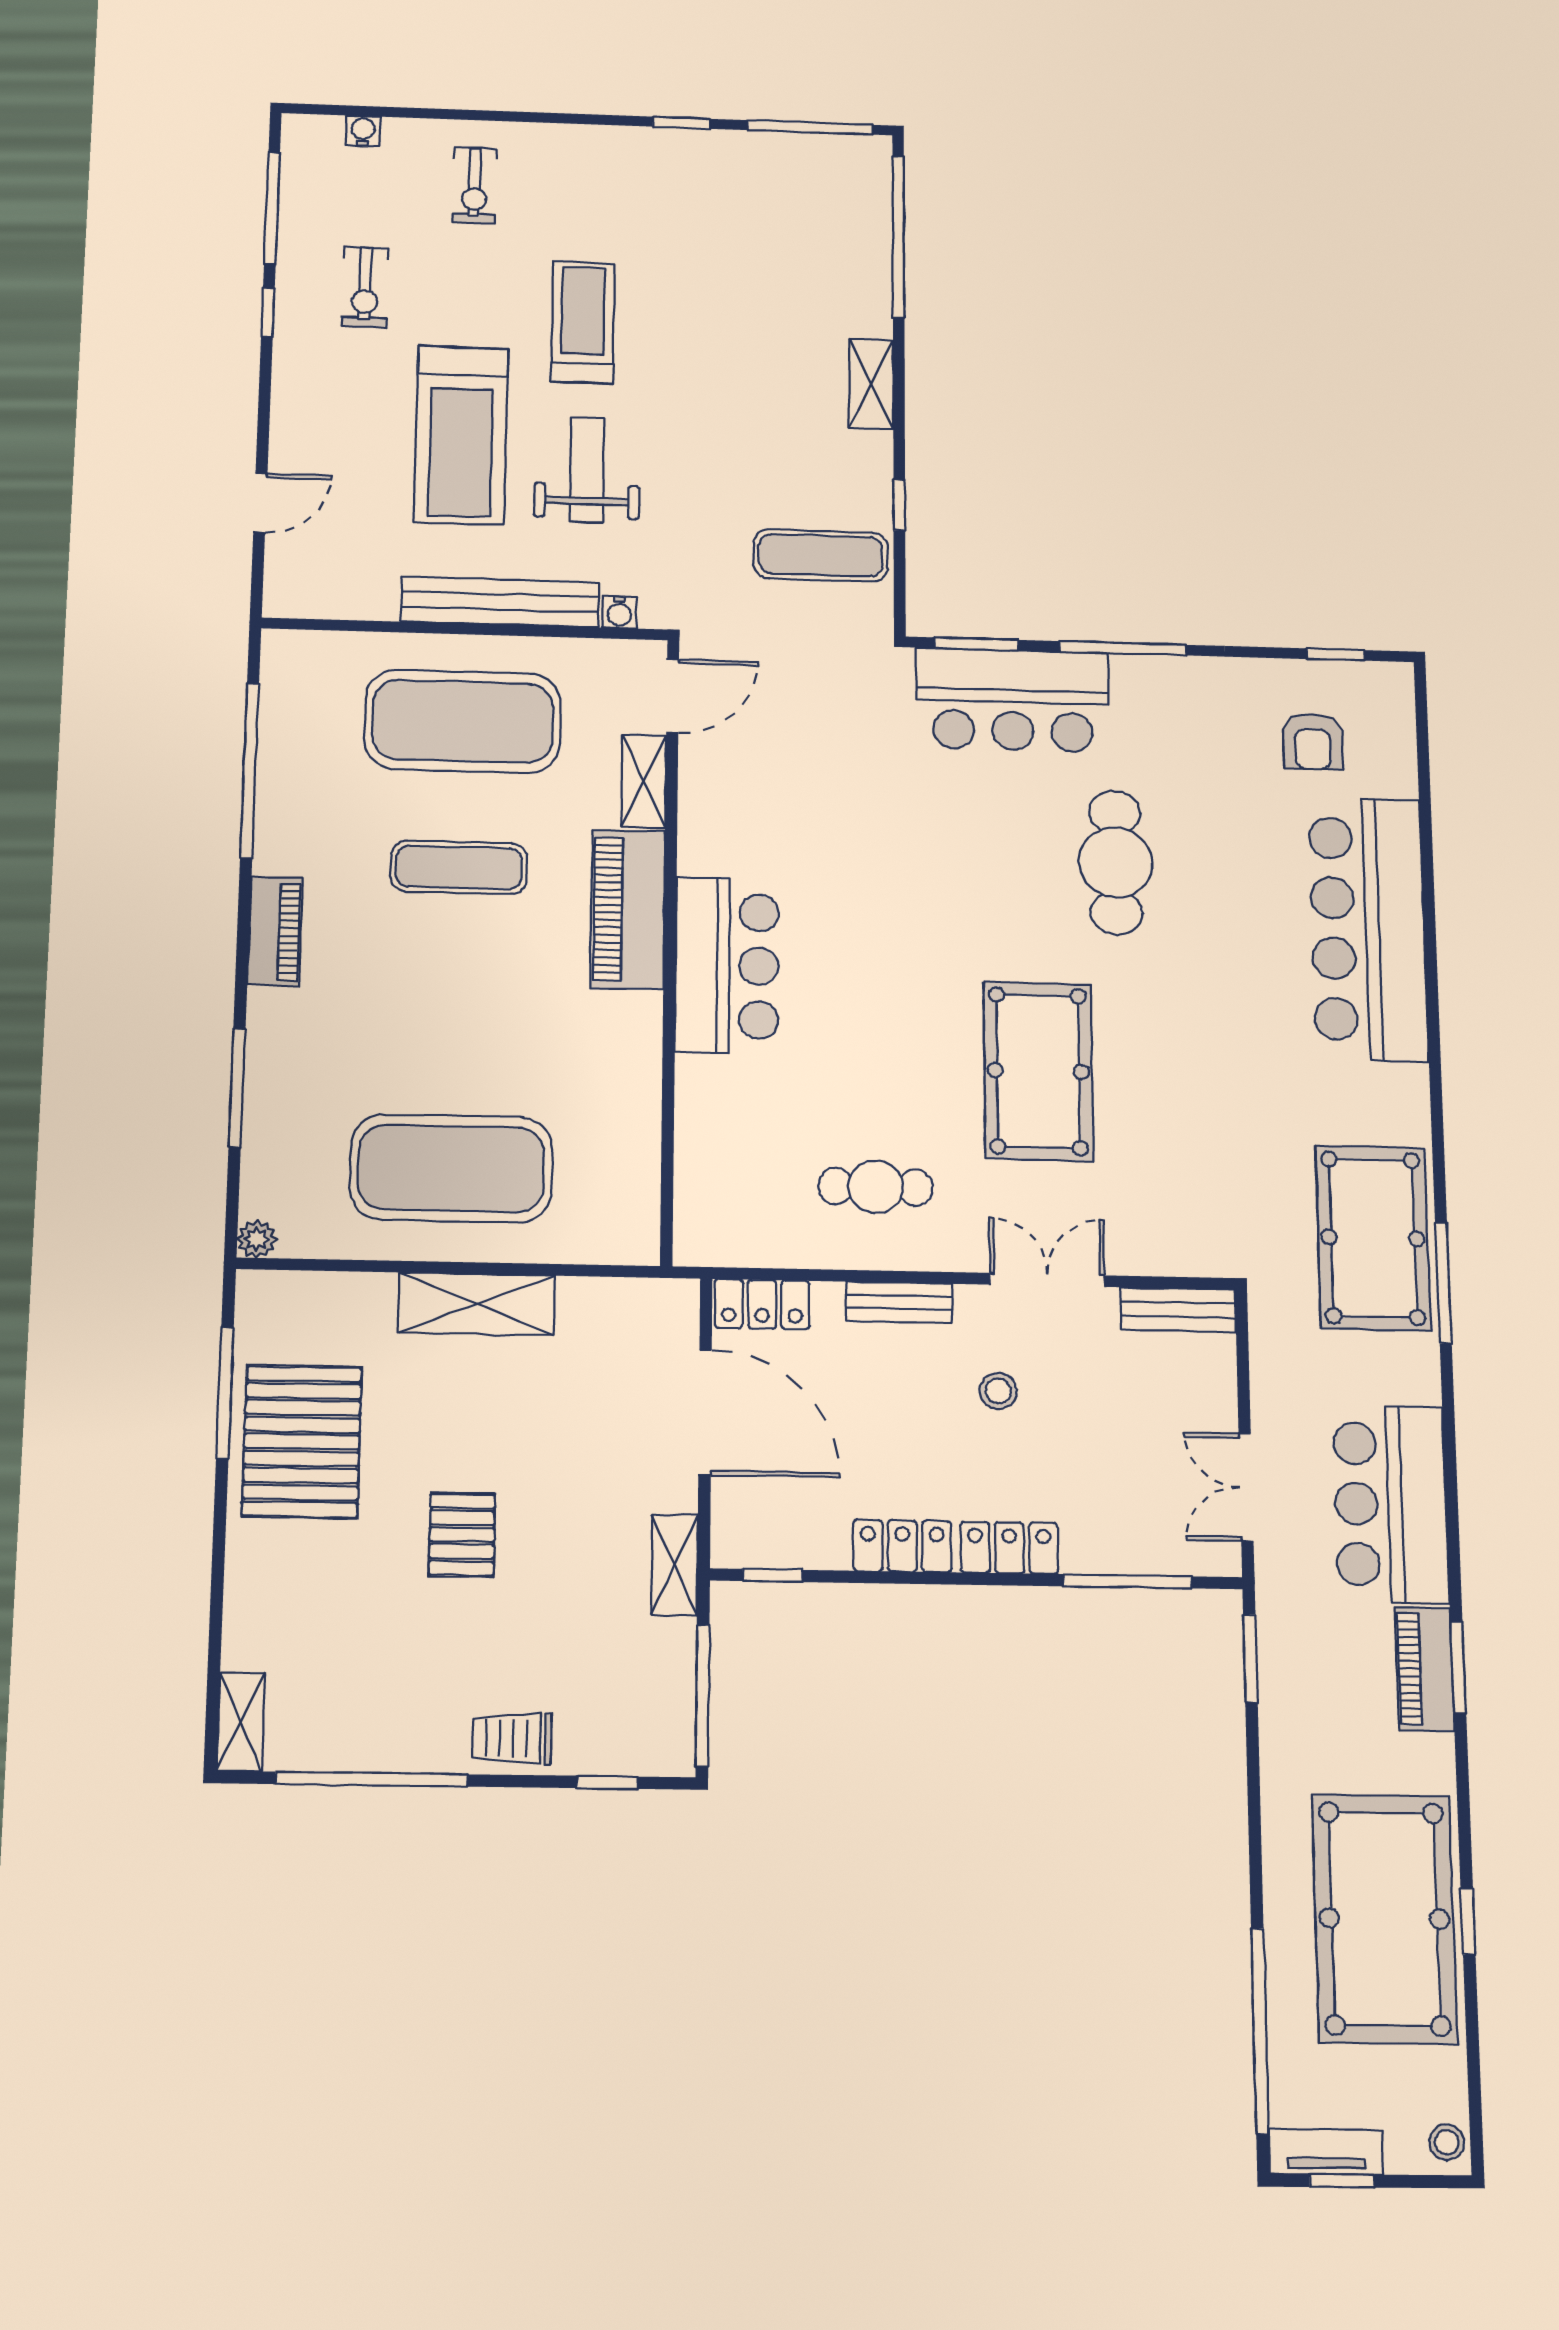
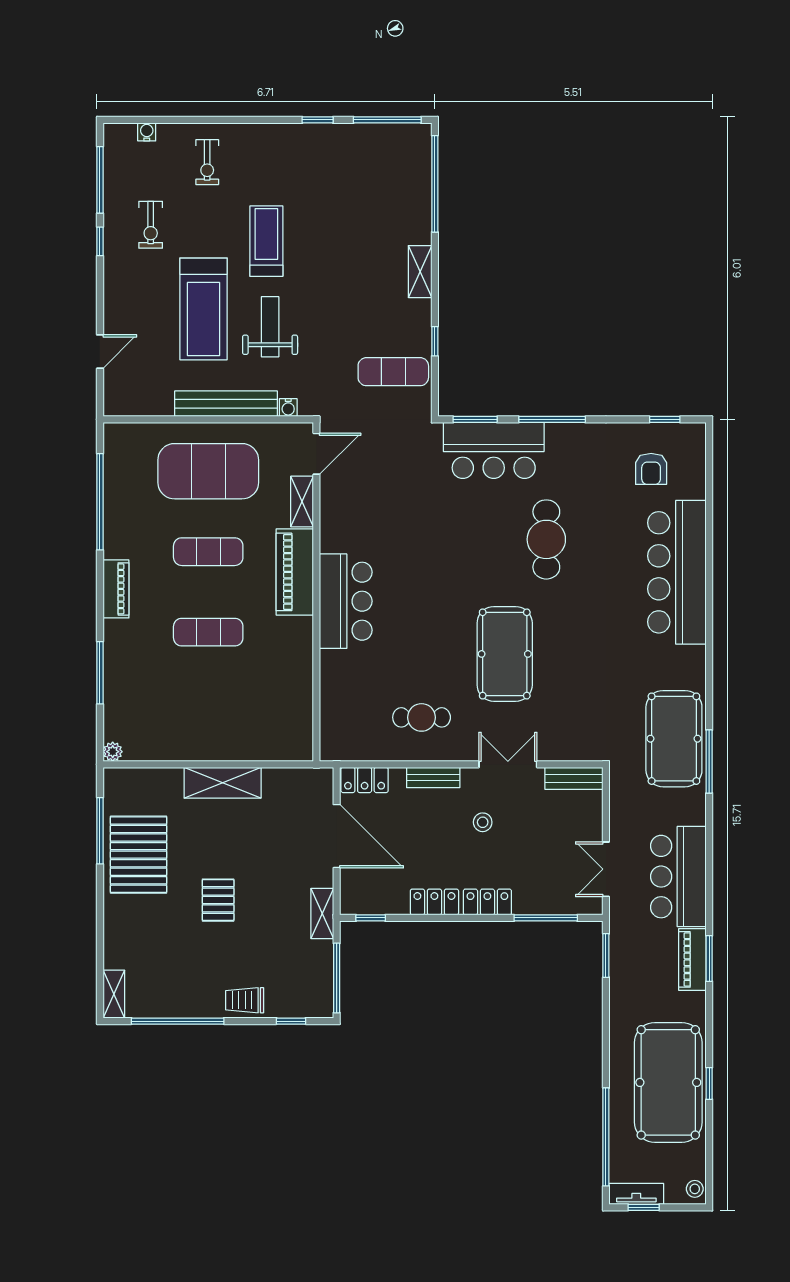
exercise mat: (451, 1168) -> (208, 632), moved, width x0.50, depth x0.69

